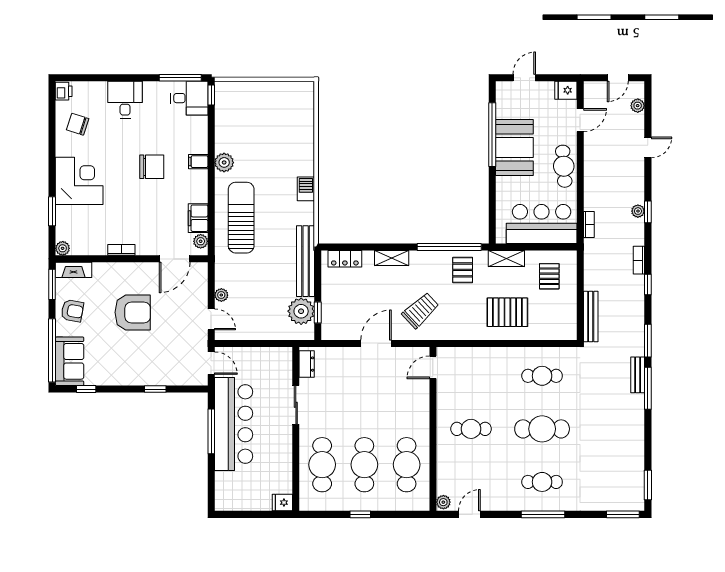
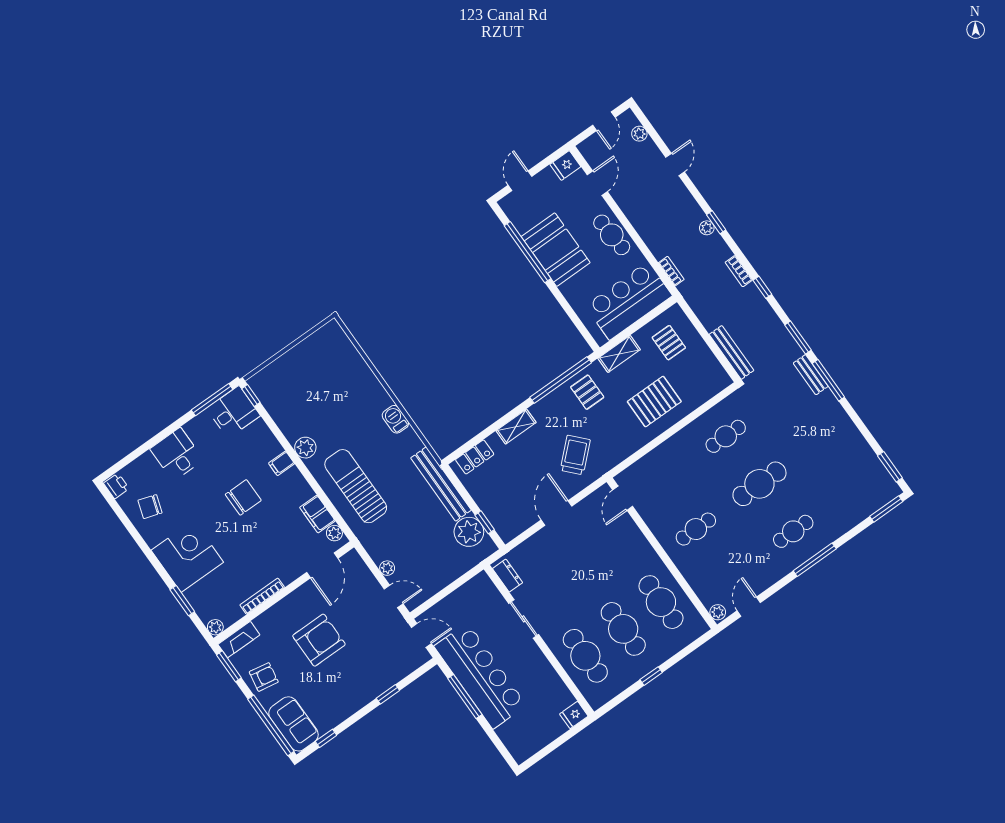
bookcase: (121, 250) -> (262, 596), width x1.56

